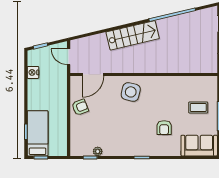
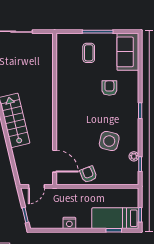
nightstand: (33, 72) -> (69, 223), moved
side table: (131, 92) -> (109, 141), moved
armchair: (164, 128) -> (109, 88), turned -90

